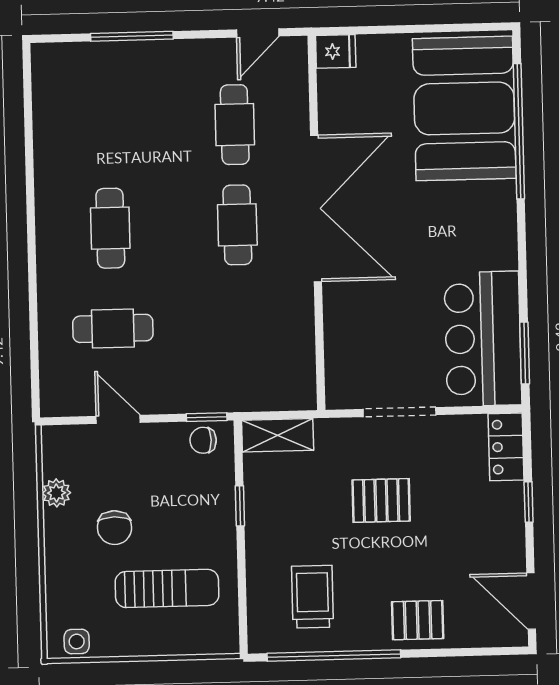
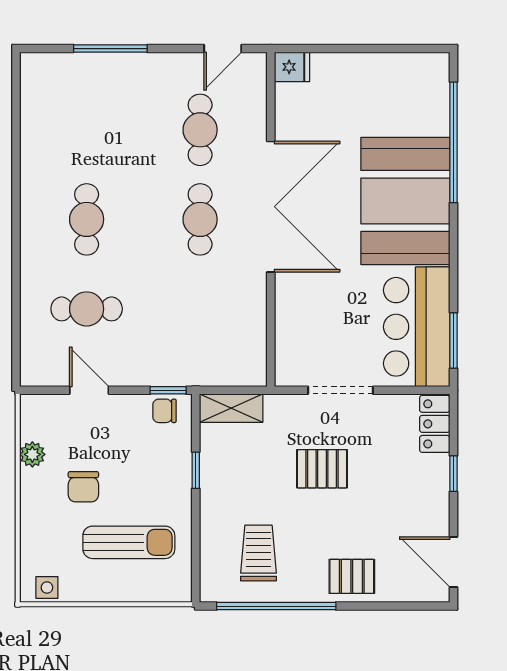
booth: (464, 108) -> (405, 201), moved

